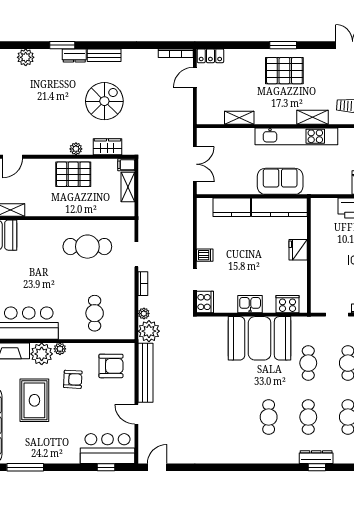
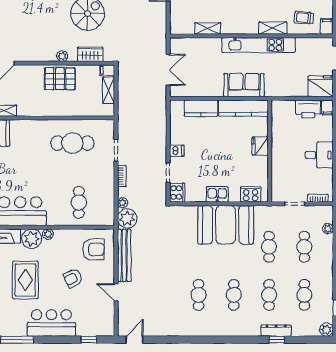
armchair: (73, 379) -> (73, 278), moved, turned 151
cafe table: (229, 417) -> (198, 295), added
bar counter: (108, 449) -> (51, 323), moved

